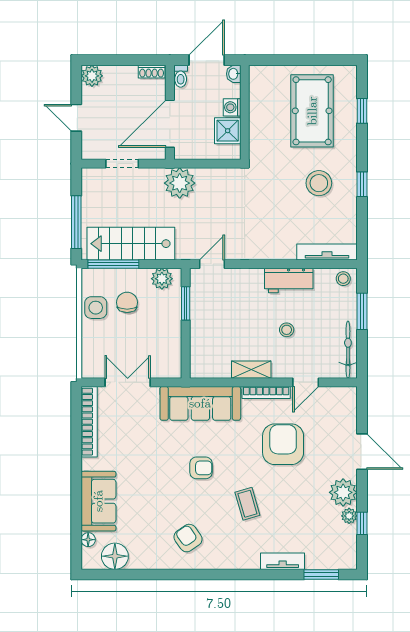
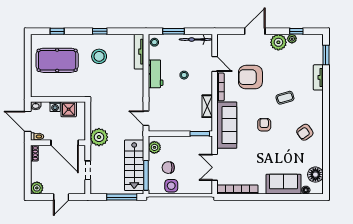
window: (186, 303) -> (200, 134), moved
shelving: (251, 370) -> (207, 106), moved

